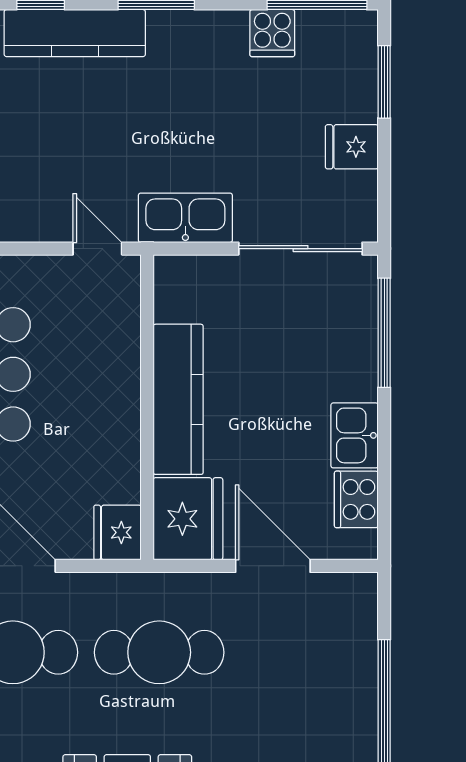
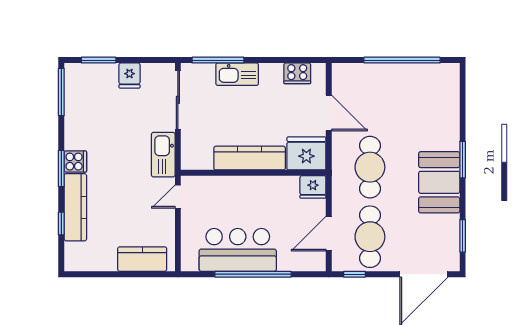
cooker: (272, 33) -> (75, 162), moved
kitchen sink: (355, 435) -> (237, 74), moved, width x1.38
door: (273, 566) -> (329, 113), swing flipped

